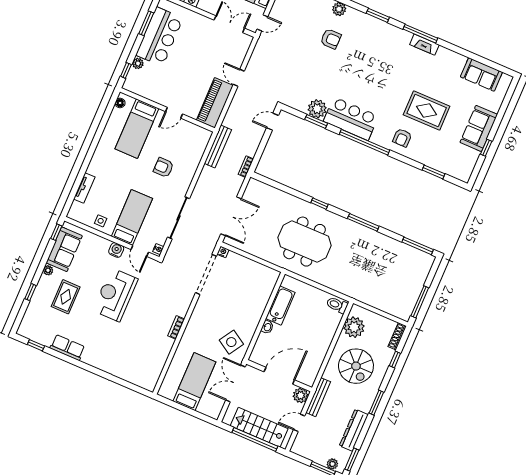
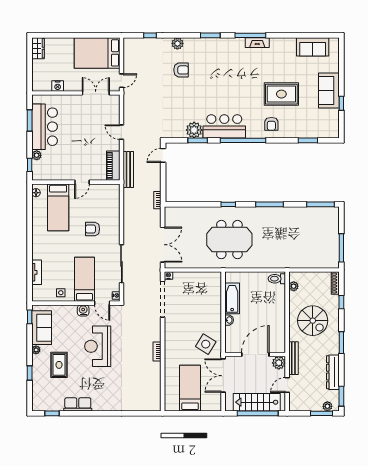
piano: (215, 103) -> (113, 166), width x0.73, depth x0.75
bench: (218, 146) -> (128, 169), moved
plant: (354, 327) -> (294, 286), width x0.53, depth x0.53

